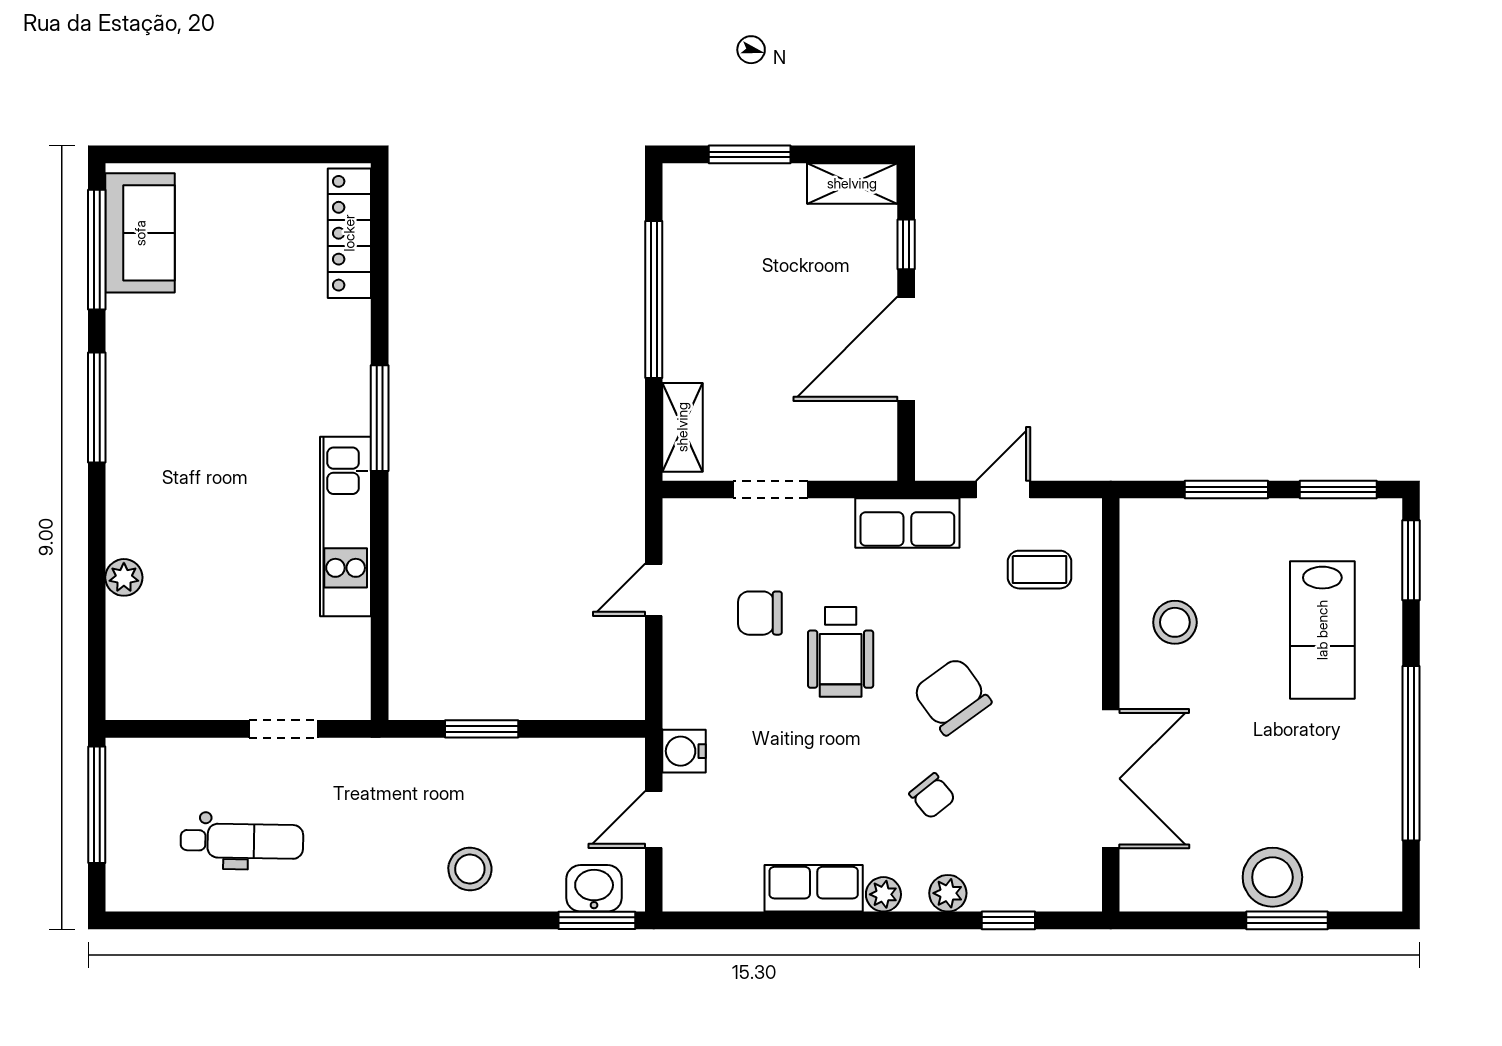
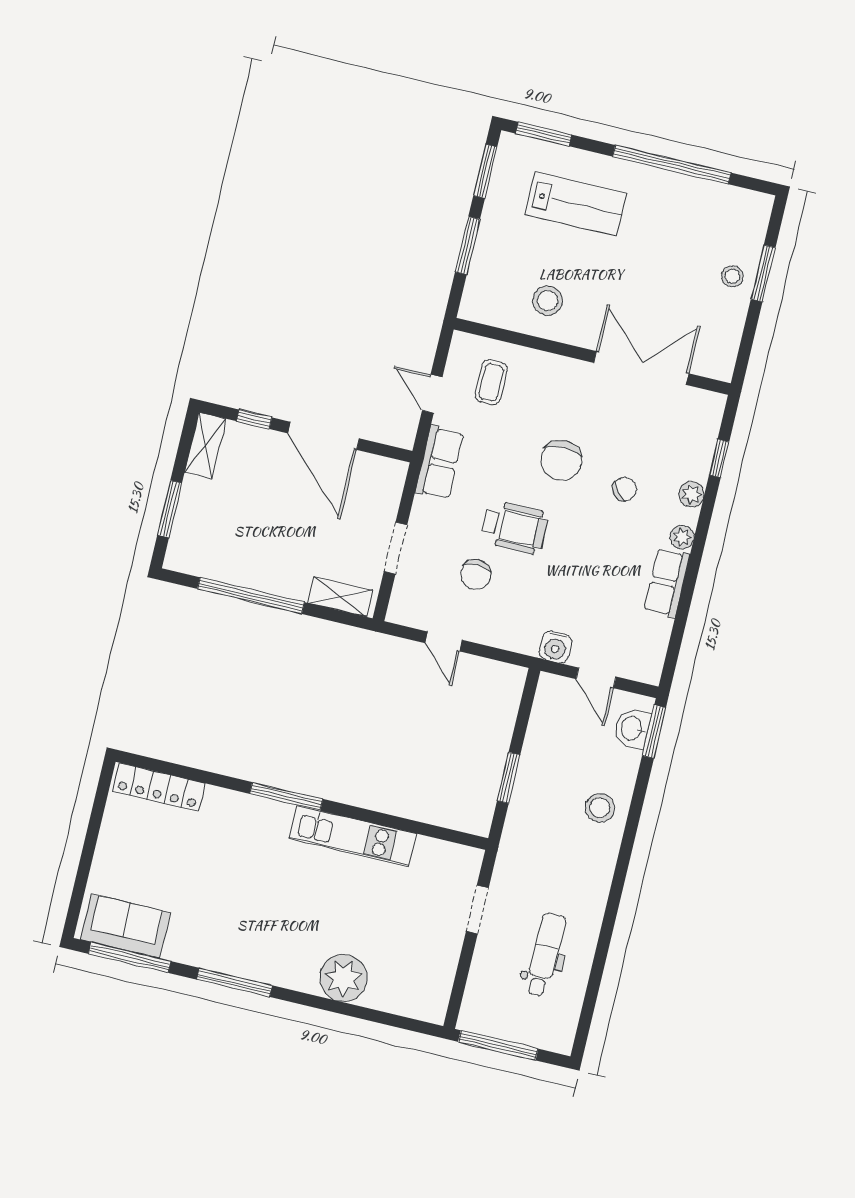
plant: (124, 577) -> (343, 978), width x1.88, depth x1.88
chair: (952, 696) -> (561, 460), turned -54
stool: (1272, 877) -> (732, 276), width x0.53, depth x0.53

